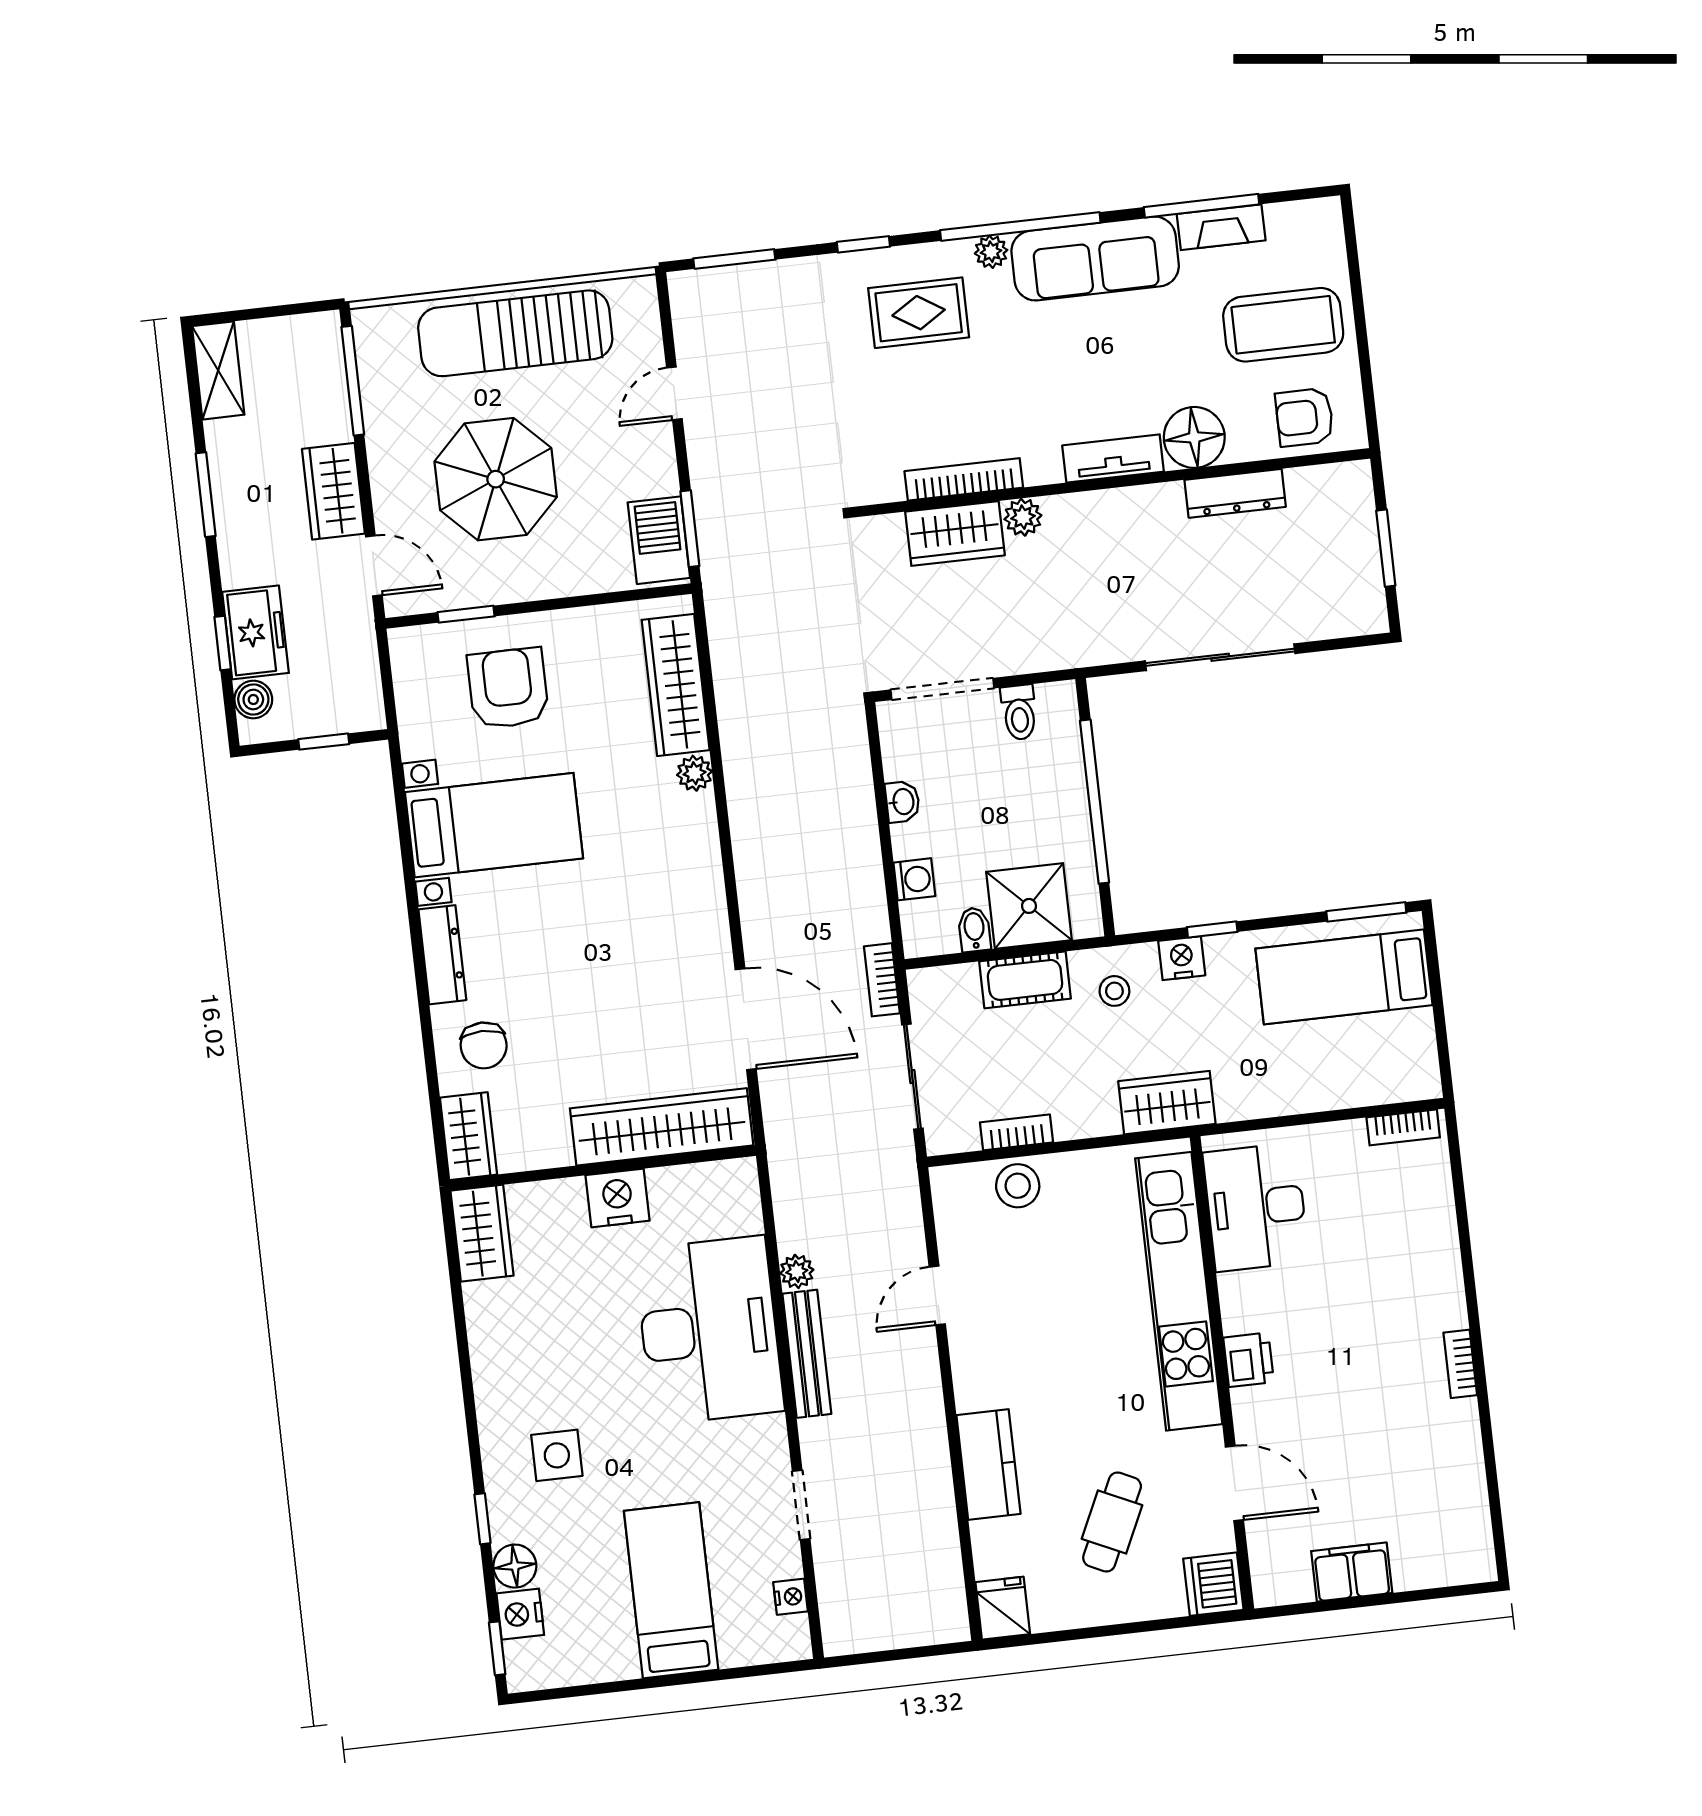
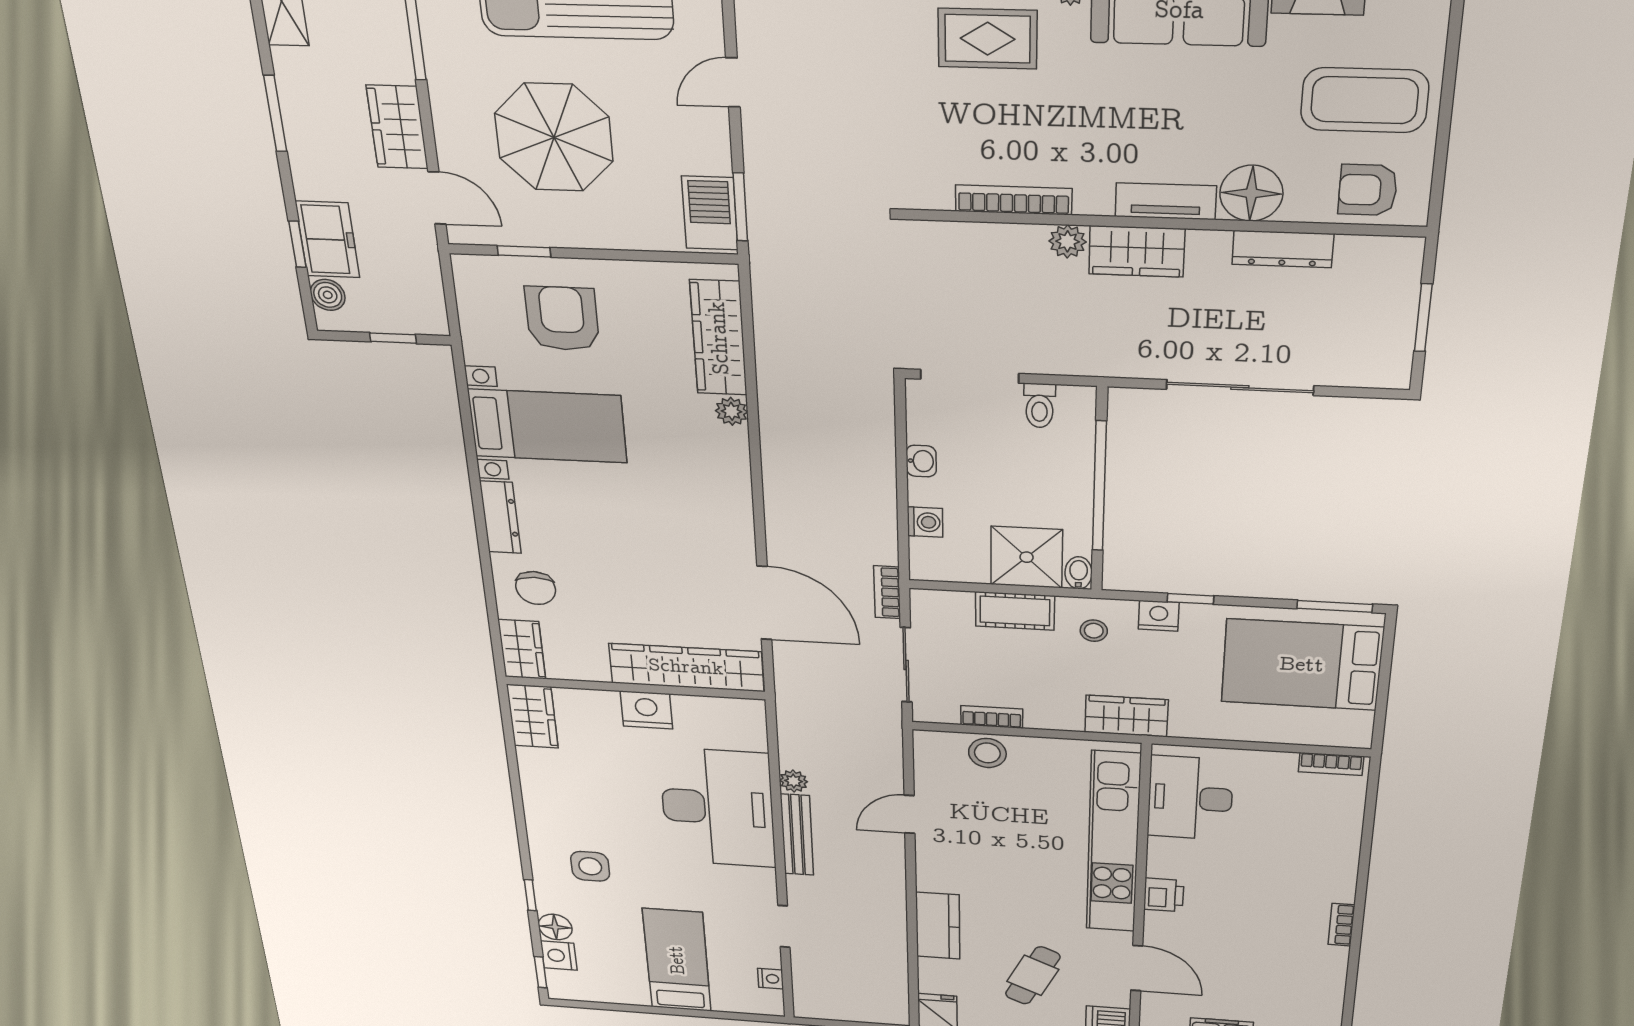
wardrobe: (955, 533) -> (1137, 251), moved
bidet: (974, 930) -> (1079, 573), moved
bed: (1344, 977) -> (1302, 665), width x1.50

